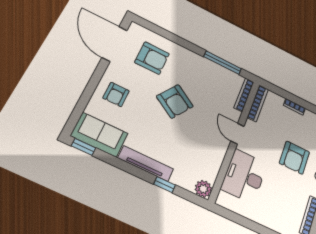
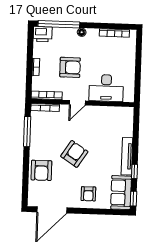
armchair: (152, 58) -> (41, 170), moved, turned 180
armchair: (116, 94) -> (88, 194), turned 90
armchair: (294, 158) -> (70, 67), moved
window: (165, 185) -> (134, 171), moved
plant: (203, 189) -> (127, 113), removed

